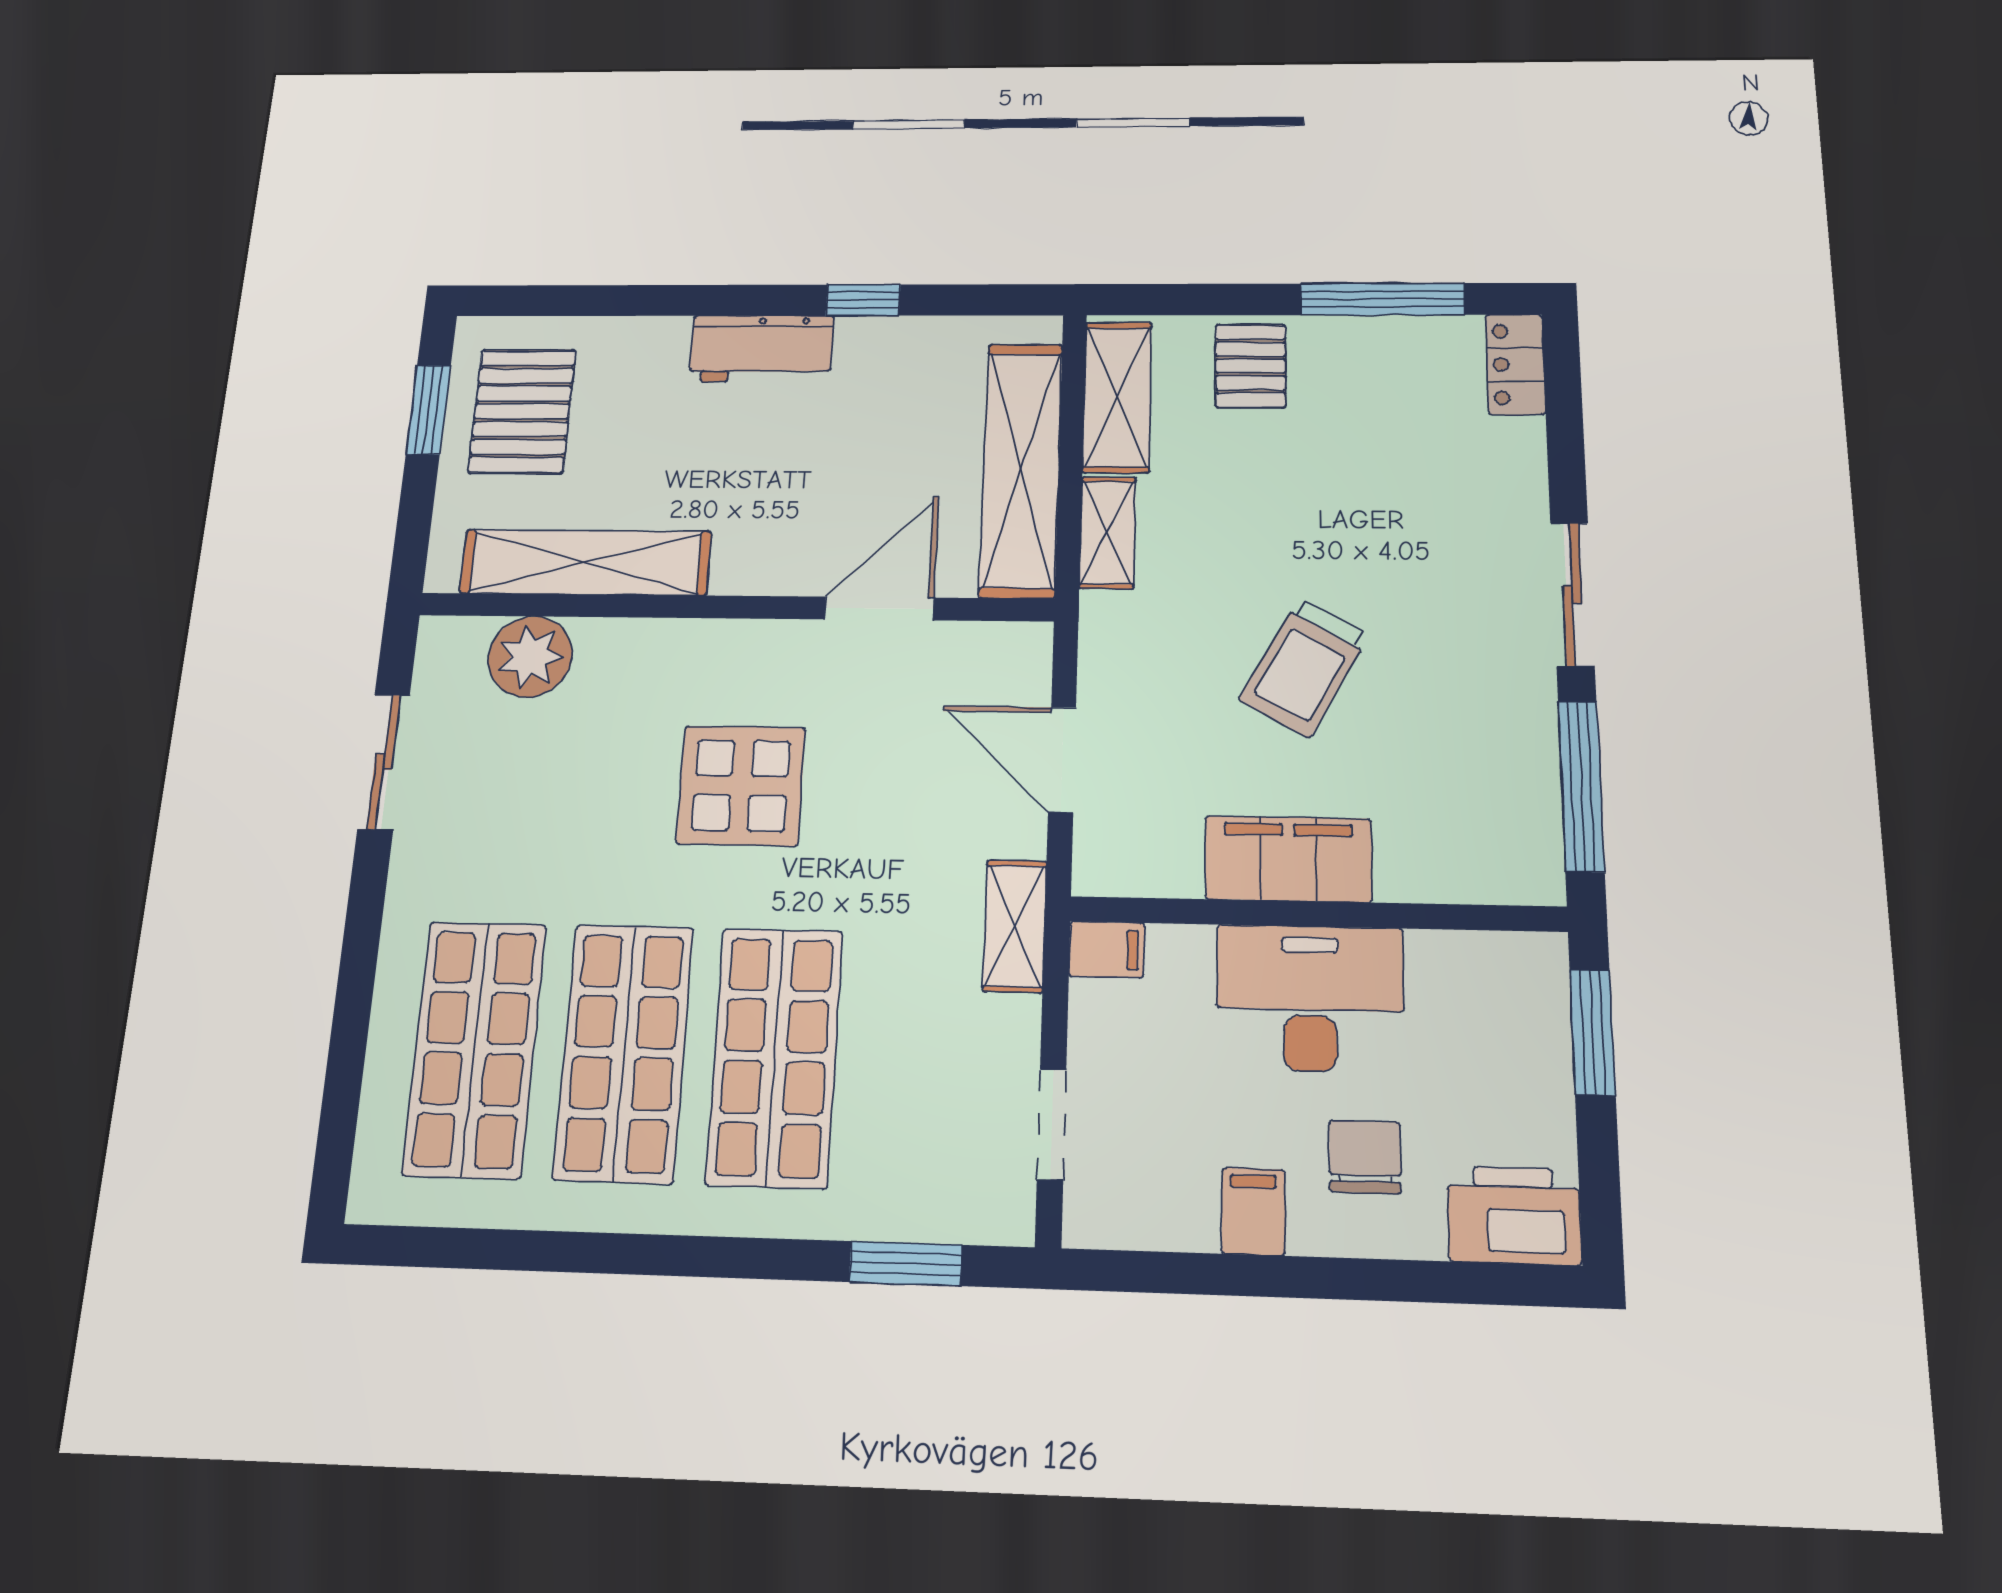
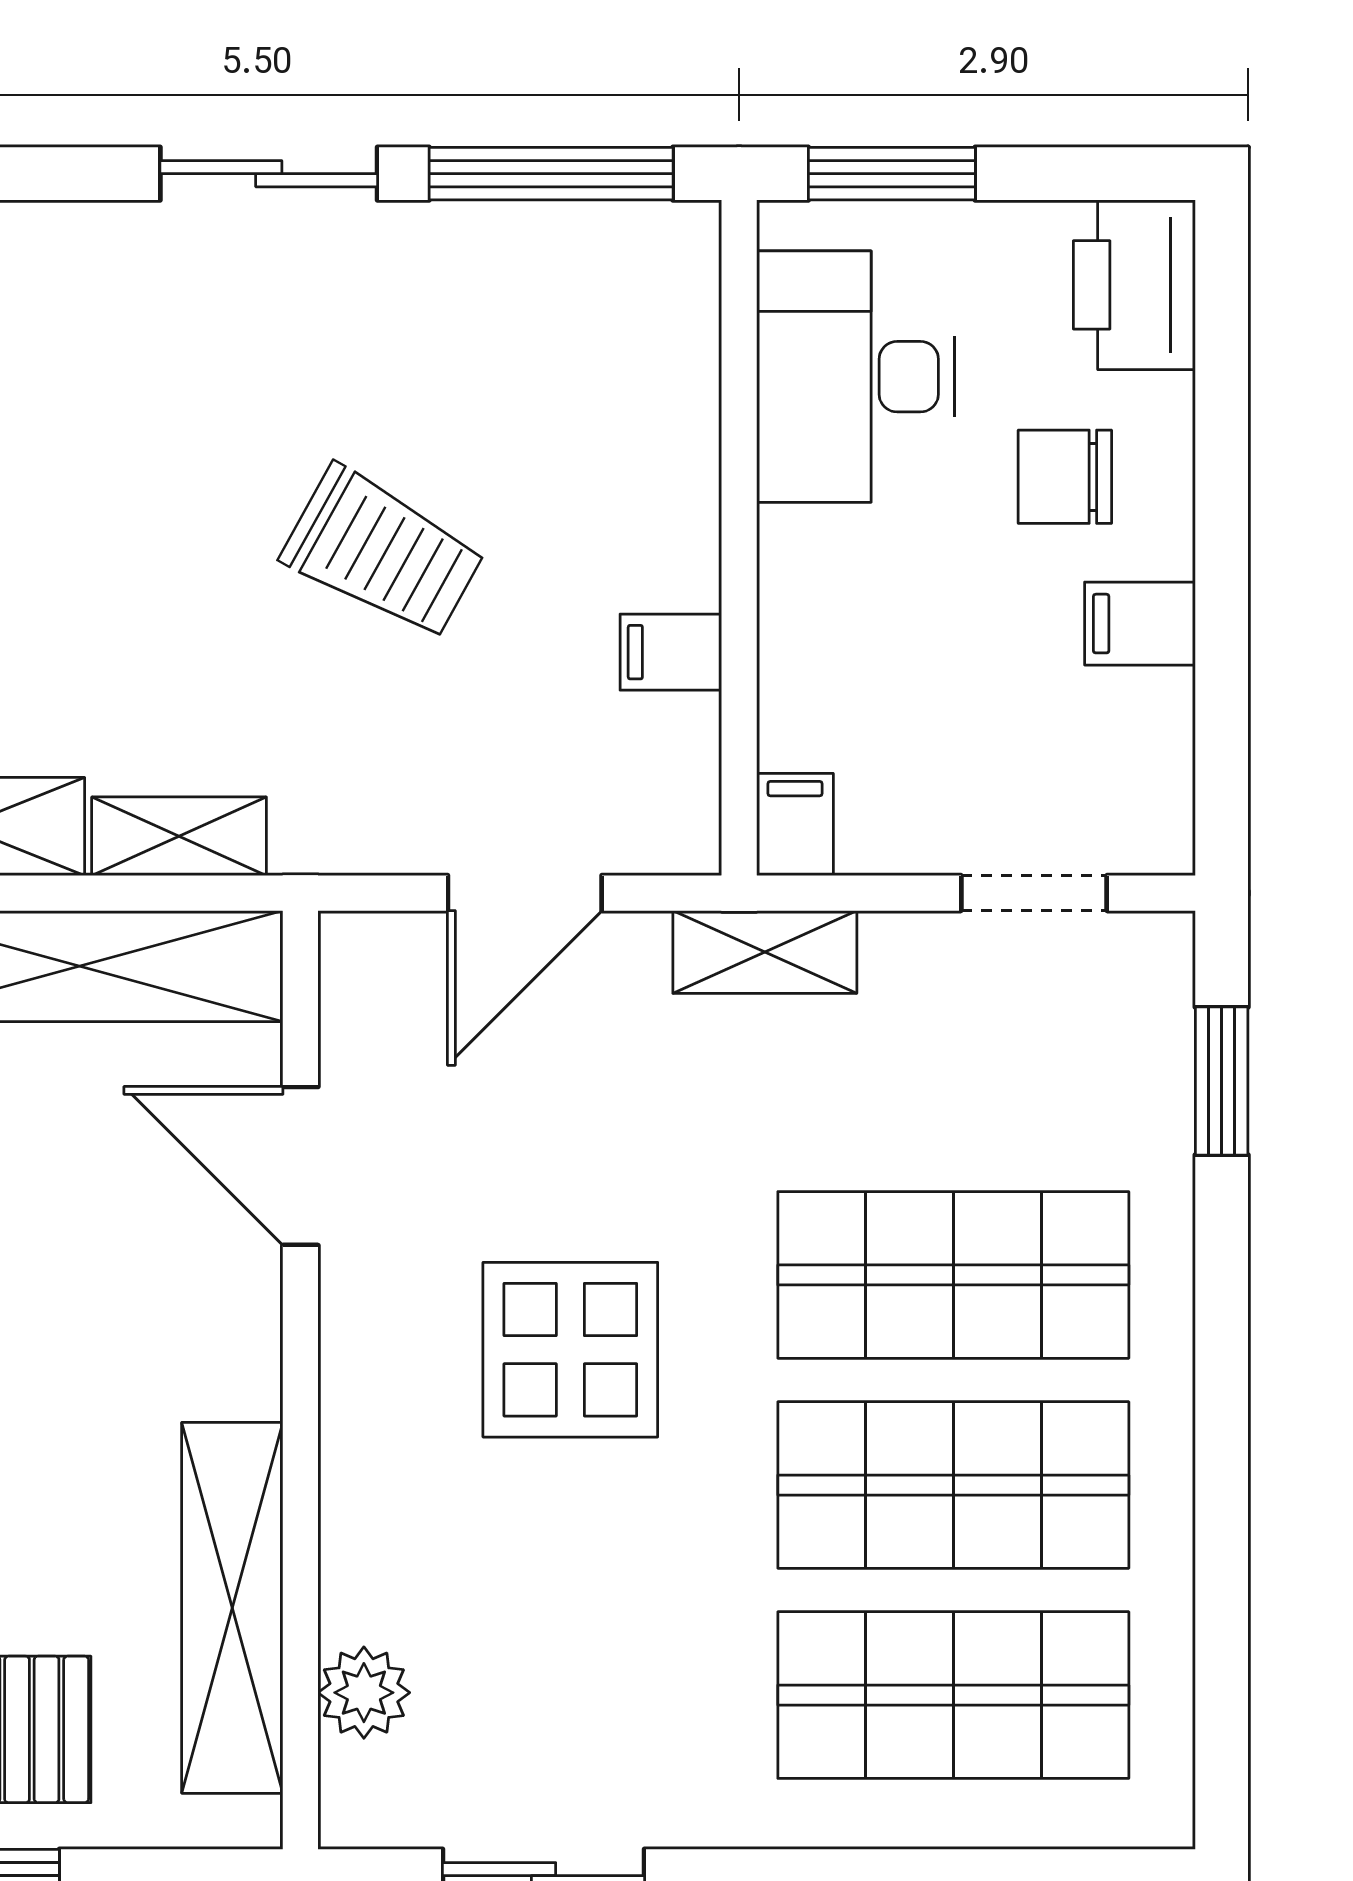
plant: (530, 657) -> (364, 1693), width x0.73, depth x0.73
filing cabinet: (1288, 859) -> (671, 652), width x0.33, depth x0.86
desk: (1310, 998) -> (855, 377), moved

